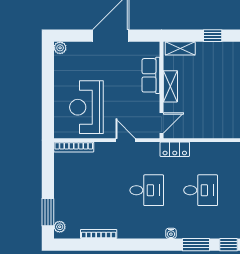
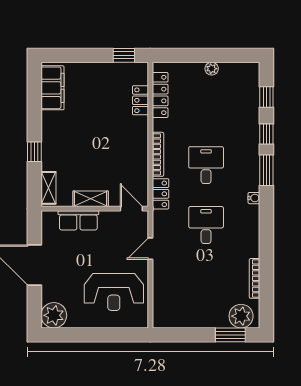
plant: (60, 48) -> (54, 315), width x1.87, depth x1.87
bookcase: (74, 147) -> (158, 154), moved
plant: (60, 227) -> (241, 316), width x1.87, depth x1.87

